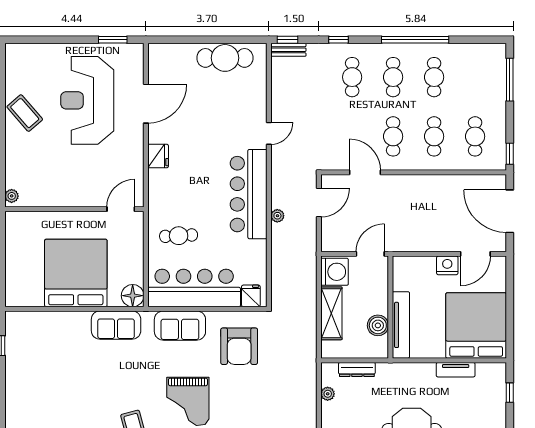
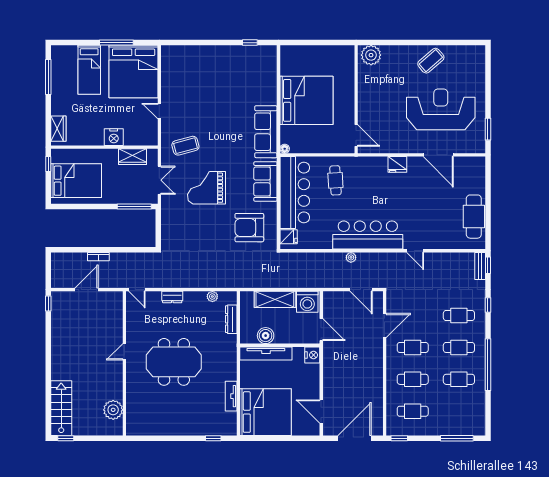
plant: (12, 196) -> (371, 55), width x1.87, depth x1.87
nightstand: (447, 265) -> (312, 355), moved
floor lamp: (133, 296) -> (285, 149), width x0.53, depth x0.53
sofa: (116, 325) -> (266, 132), width x1.36

